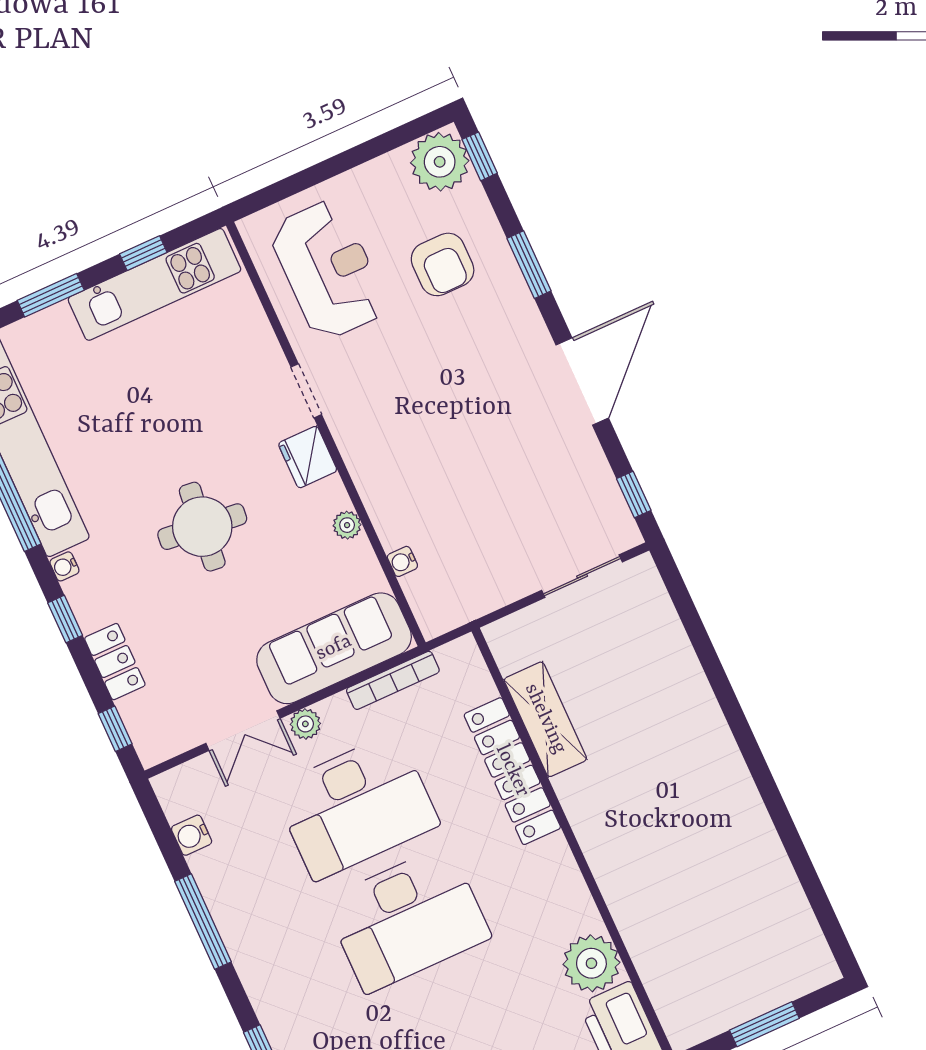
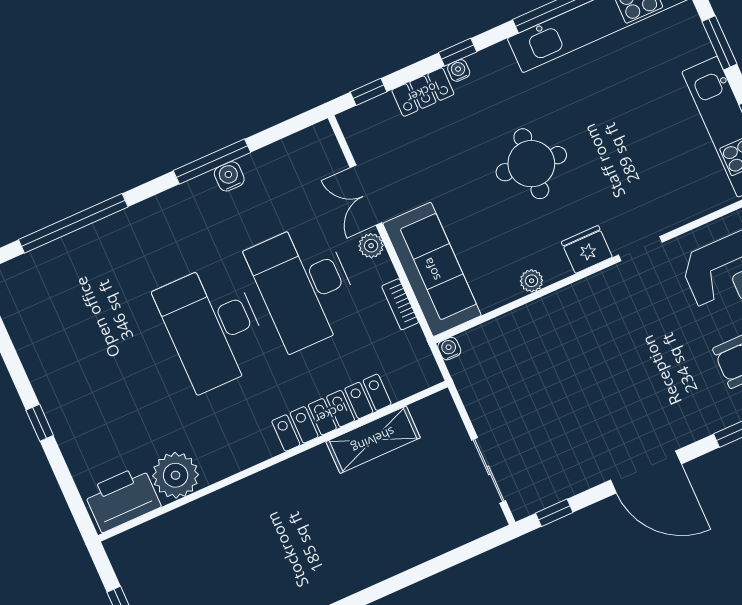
water cooler: (402, 561) -> (449, 349), moved
water cooler: (64, 566) -> (459, 70), moved
bookcase: (393, 680) -> (400, 304), width x0.64
water cooler: (192, 835) -> (229, 176), moved

